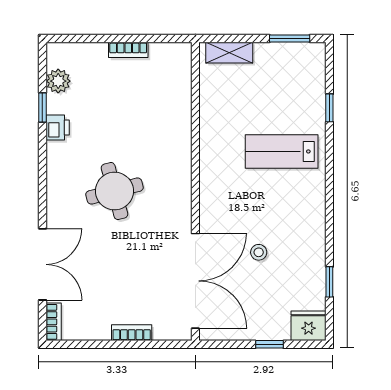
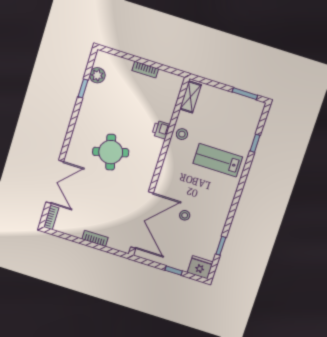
shelving: (229, 53) -> (191, 97), moved, turned 90
printer: (58, 128) -> (161, 130), moved, turned 180
stool: (214, 129) -> (182, 134), added

